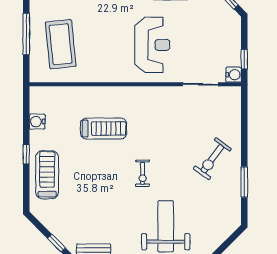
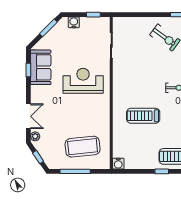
water cooler: (234, 75) -> (74, 22), moved
water cooler: (37, 122) -> (118, 164), moved
treadmill: (104, 129) -> (143, 116), turned -90

